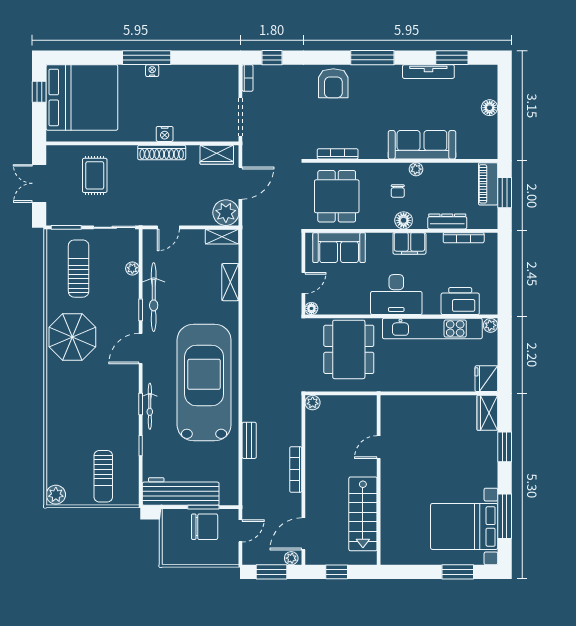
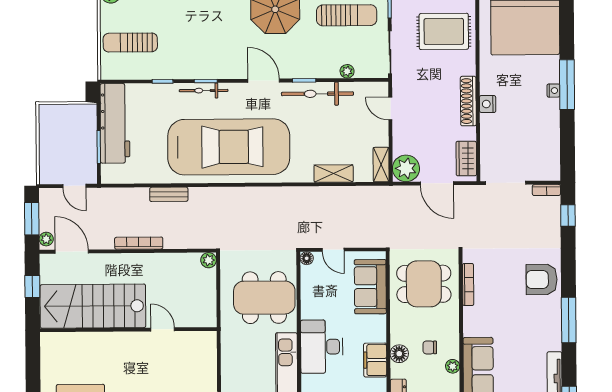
rug: (95, 175) -> (444, 31), width x1.36, depth x1.43
stairs: (363, 514) -> (93, 306), width x1.36, depth x1.51
chair: (205, 527) -> (78, 149), removed

